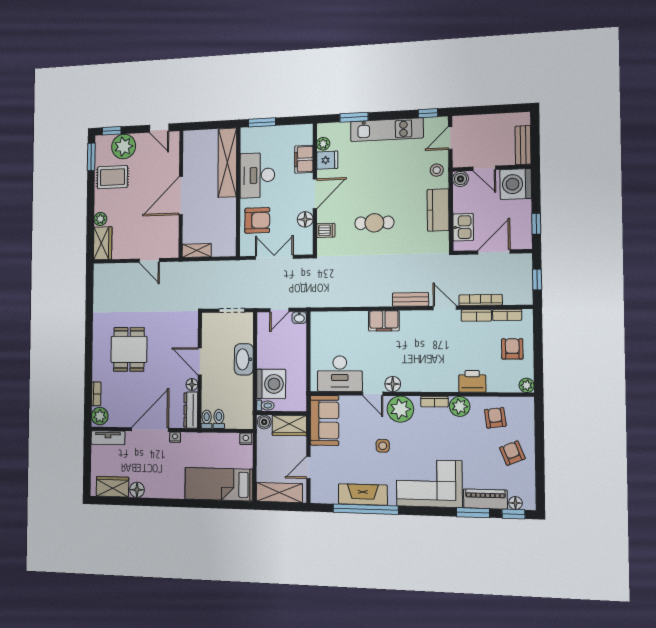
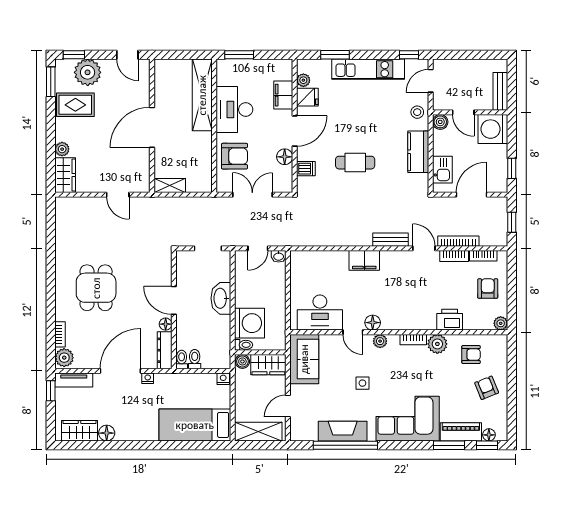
plant: (400, 409) -> (380, 341), width x0.53, depth x0.53
armchair: (495, 418) -> (471, 355), turned 97
window: (87, 448) -> (51, 391), added

